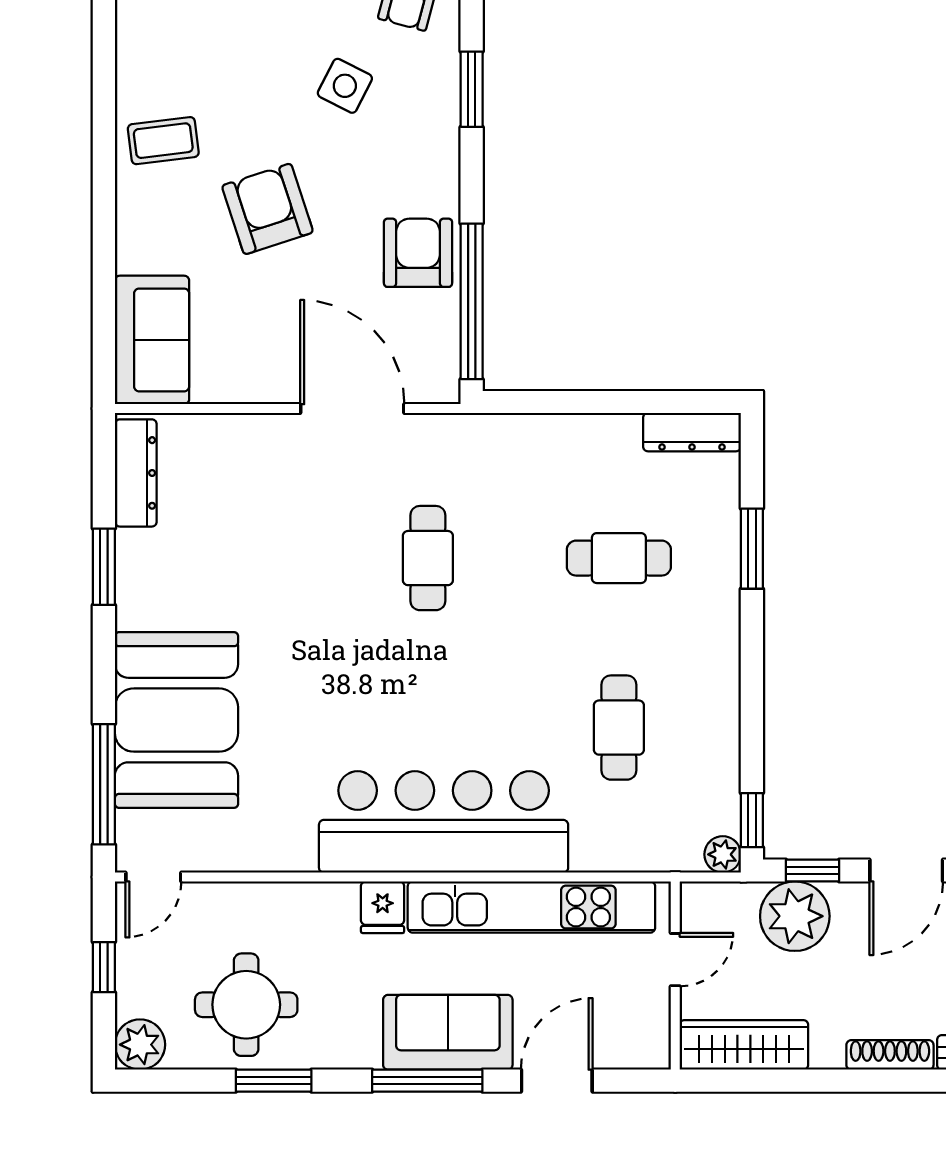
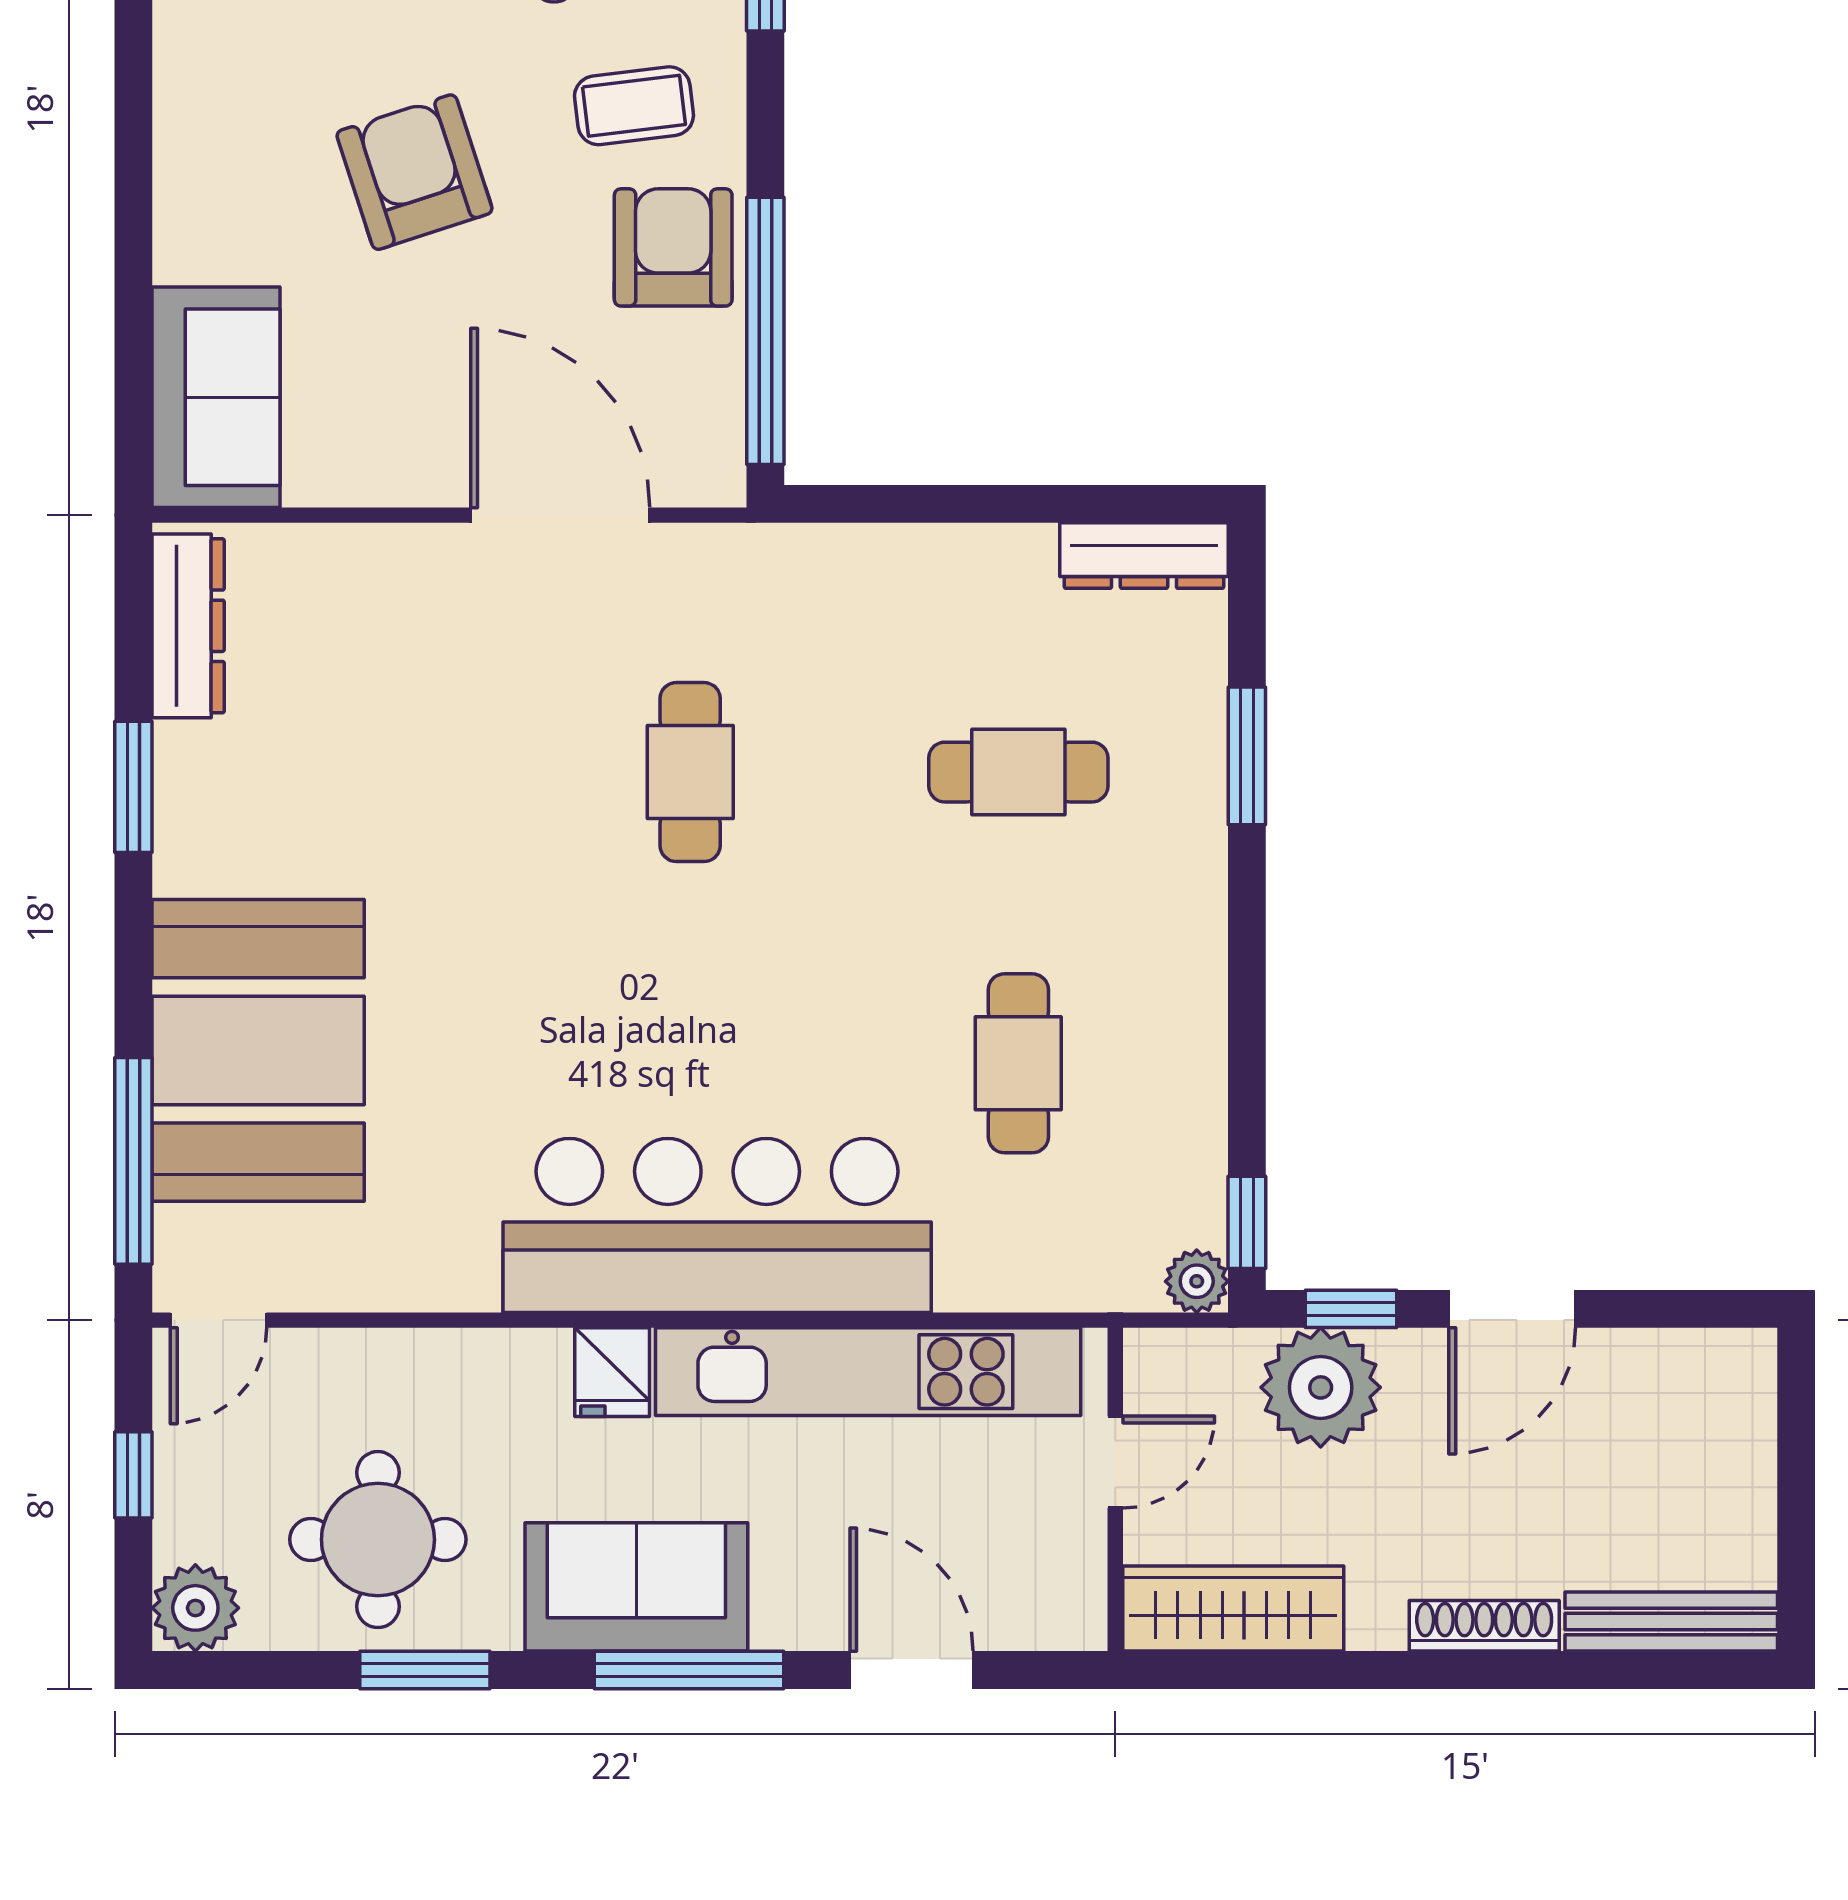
coffee table: (163, 141) -> (634, 106), moved
sofa: (448, 1032) -> (636, 1587), moved
door: (557, 1081) -> (911, 1670), hinge flipped

